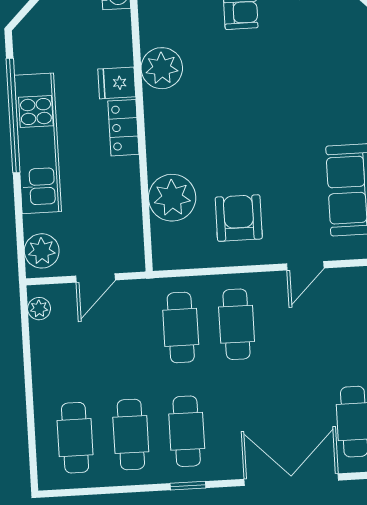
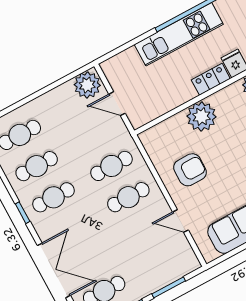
plant: (172, 198) -> (201, 117), moved
plant: (42, 251) -> (118, 66), removed
plant: (39, 309) -> (87, 85), width x1.88, depth x1.88

